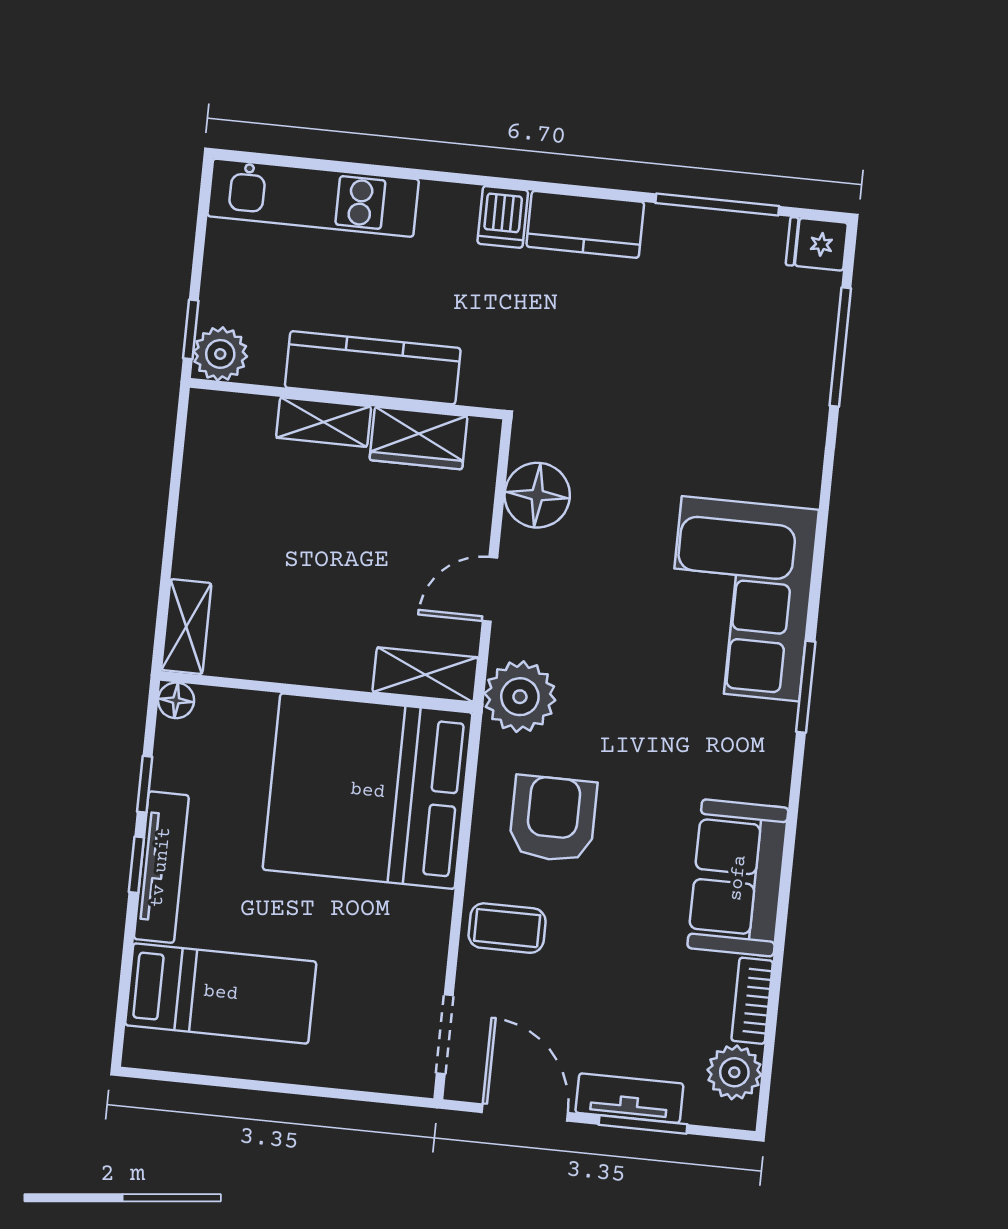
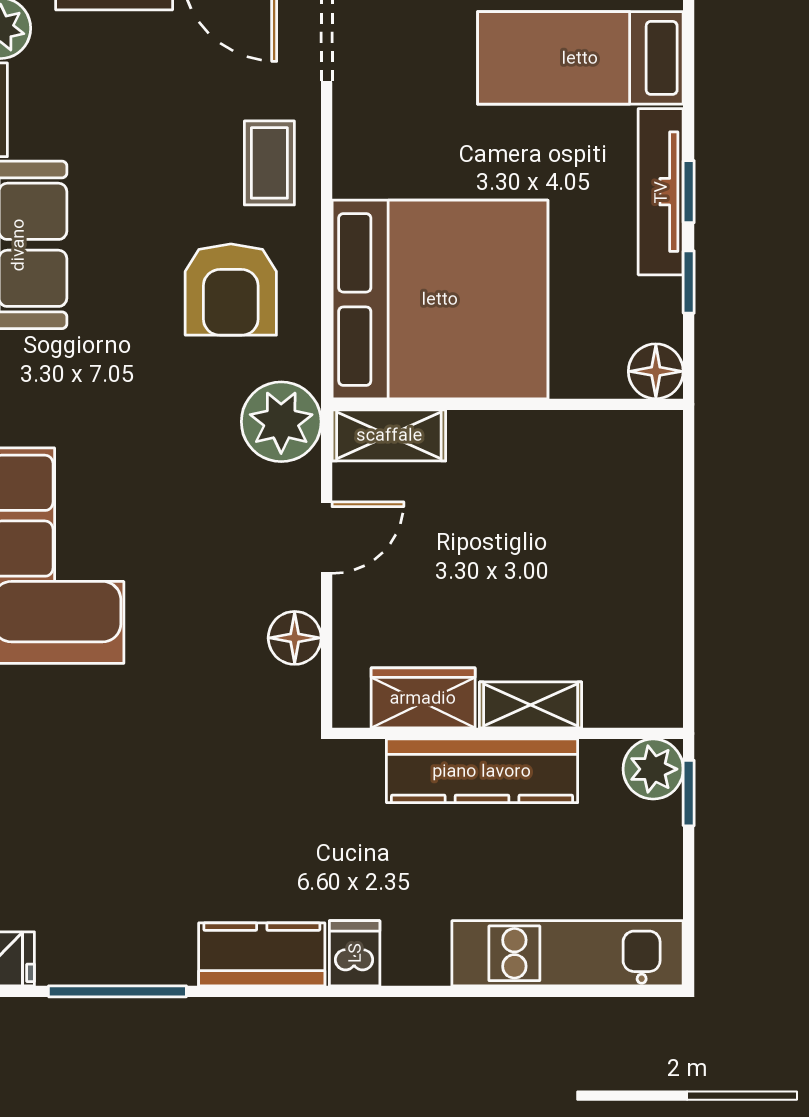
floor lamp: (537, 495) -> (295, 638), width x0.73, depth x0.73
shelving: (186, 627) -> (660, 462), removed
floor lamp: (176, 700) -> (656, 371), width x1.37, depth x1.37
coffee table: (507, 928) -> (269, 163), turned 90

